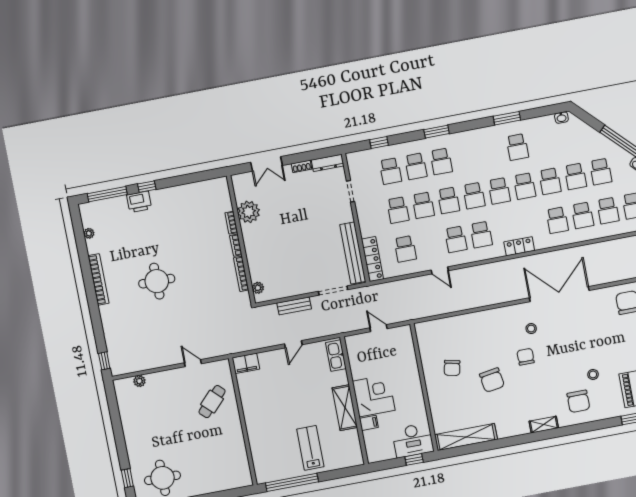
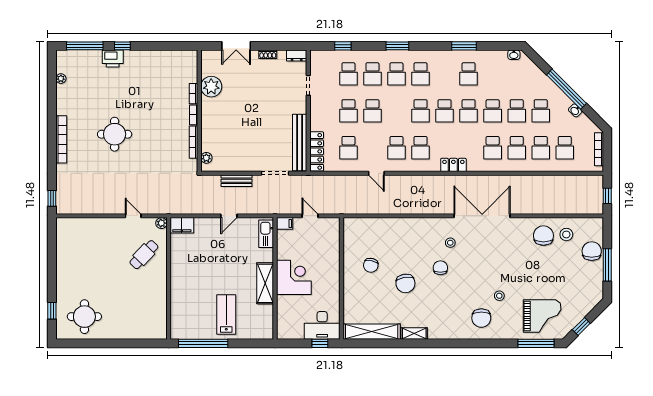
dresser: (328, 163) -> (297, 56), width x0.70
school desk: (449, 200) -> (421, 74), moved
bookcase: (98, 279) -> (61, 139), moved
plant: (139, 381) -> (161, 223), moved
filing cabinet: (369, 423) -> (285, 223), moved
shelving: (544, 425) -> (414, 334), moved

